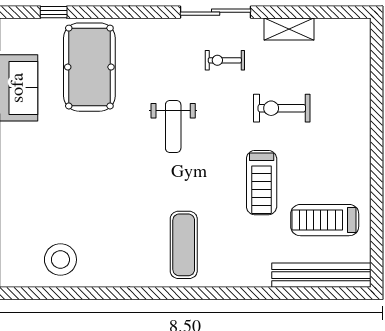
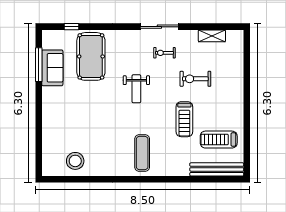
shelving: (289, 29) -> (212, 36), moved

